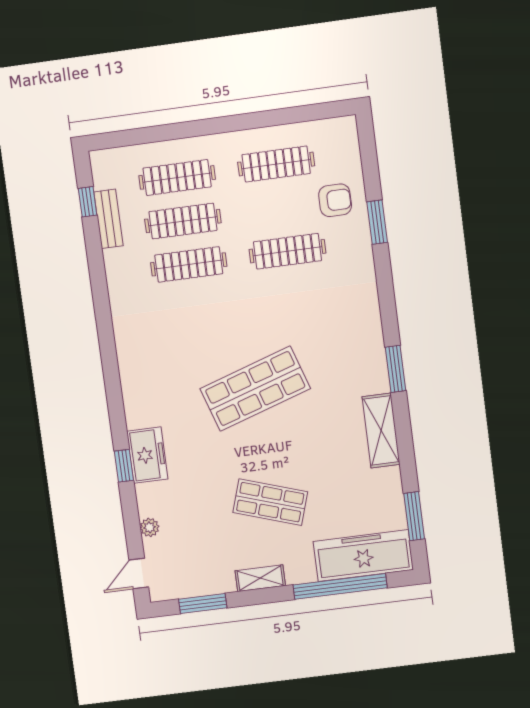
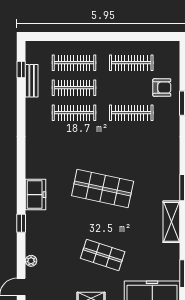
shop shelf: (255, 389) -> (103, 188), turned 30
freezer: (147, 455) -> (35, 195), moved

